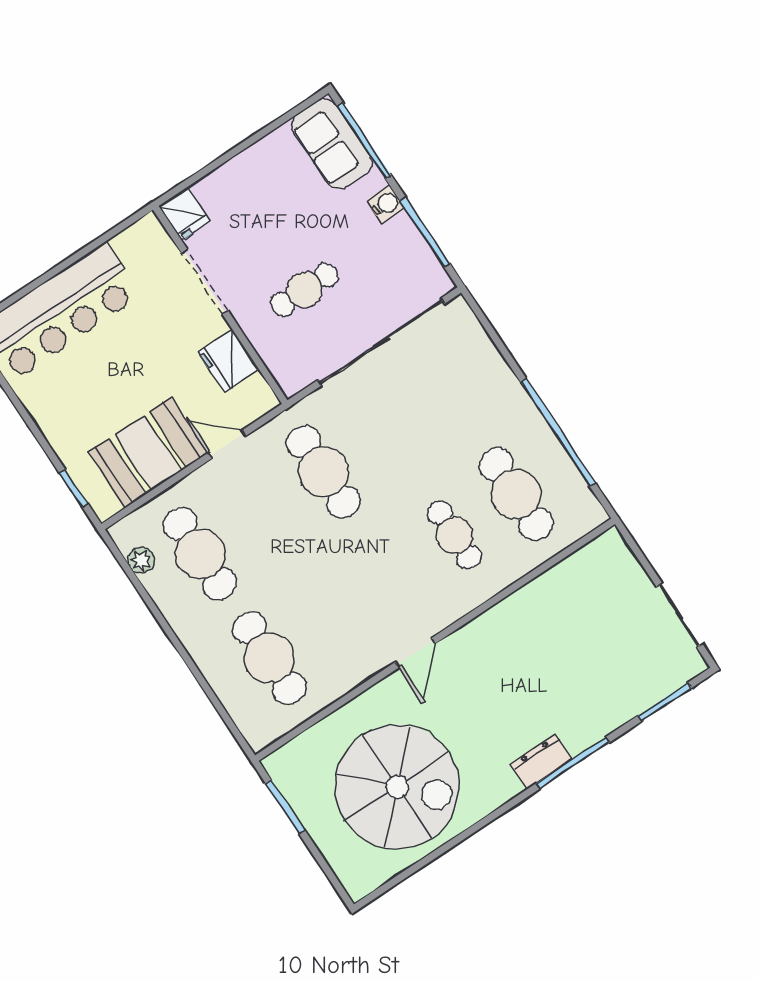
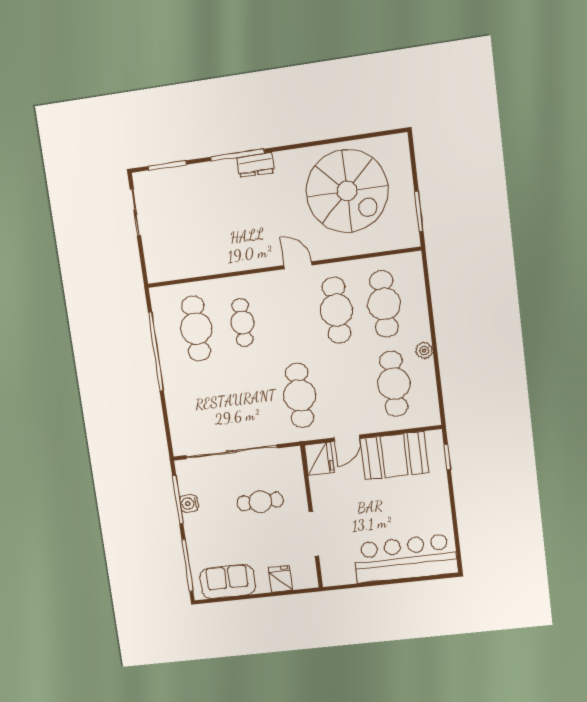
sofa: (332, 144) -> (228, 582), moved, turned -90
water cooler: (386, 204) -> (189, 503), moved
fridge: (184, 214) -> (280, 579), moved
fridge: (228, 361) -> (319, 459), moved
door: (227, 444) -> (347, 438), hinge flipped
plant: (141, 560) -> (424, 351), moved
cafe table: (331, 617) -> (336, 310), added
door: (415, 653) -> (298, 265), hinge flipped
spiral stairs: (397, 787) -> (347, 191), turned 180

